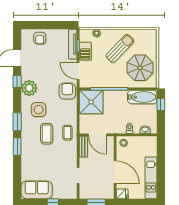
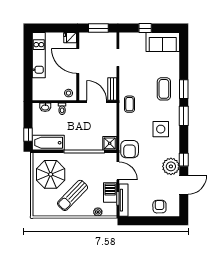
plant: (29, 88) -> (171, 166), moved
shower: (91, 102) -> (110, 143), width x0.54, depth x0.54
coffee table: (47, 134) -> (164, 89), moved

